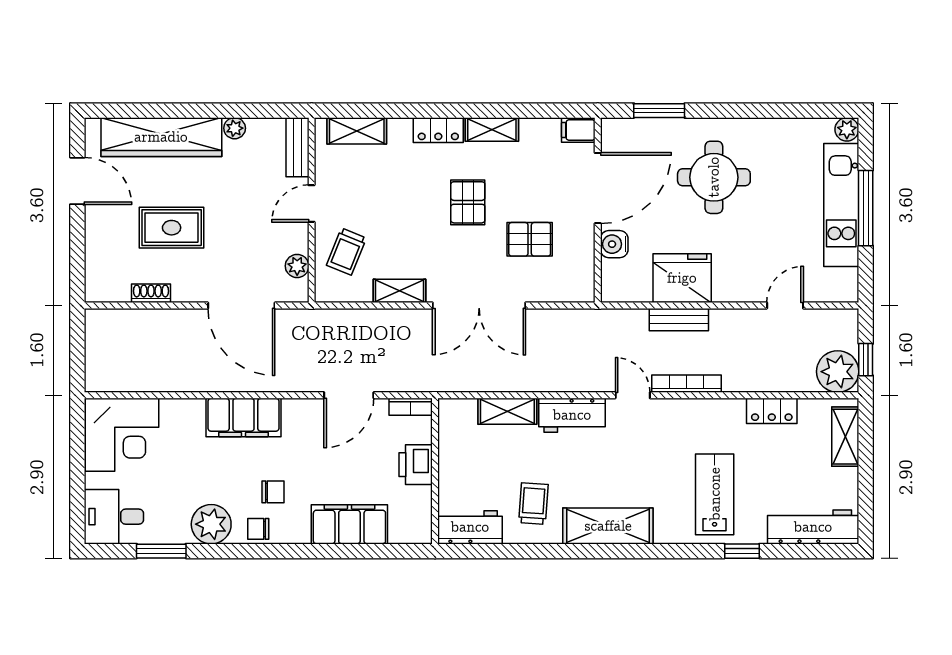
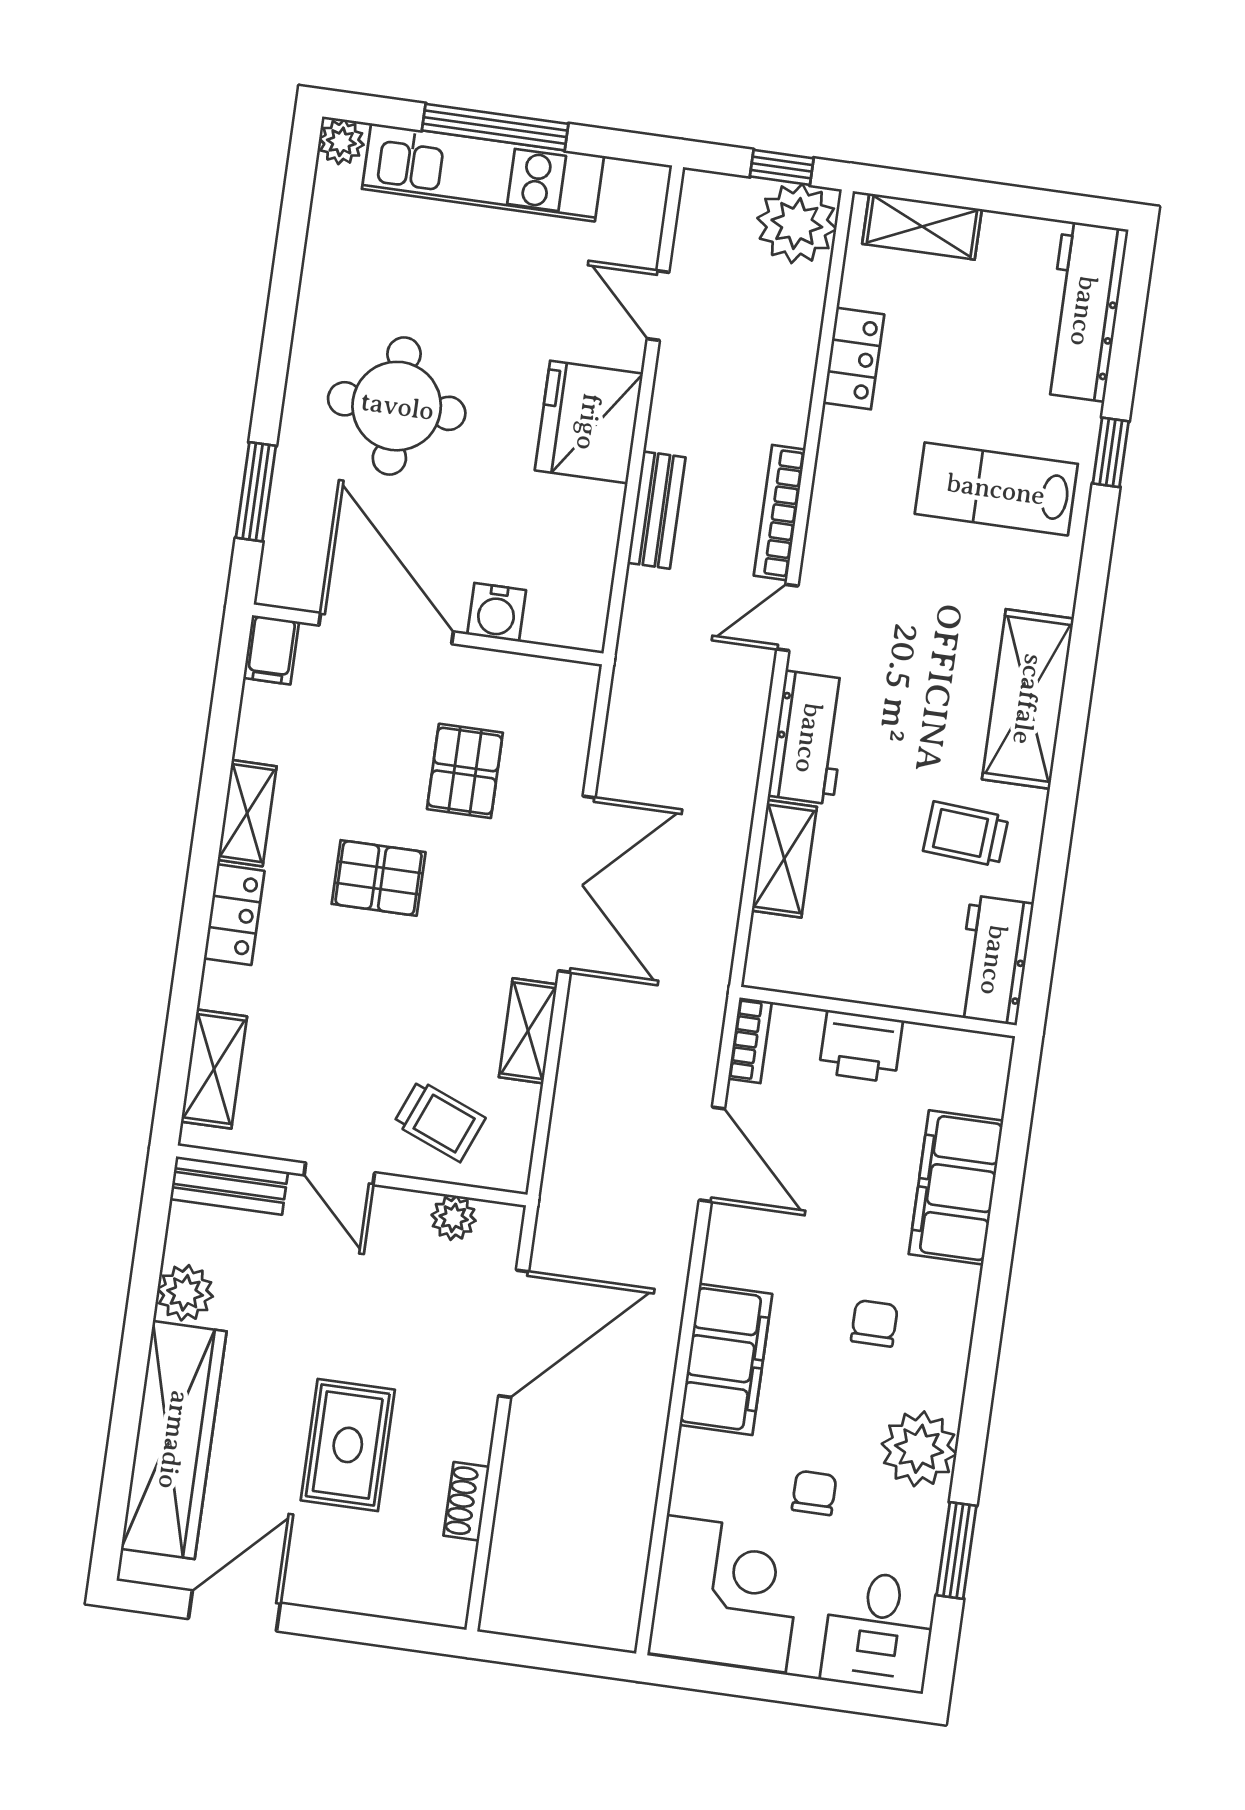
plant: (235, 128) -> (185, 1293), width x1.38, depth x1.38
fridge: (682, 278) -> (589, 422), moved
chair: (258, 529) -> (814, 1493), moved, turned 180

